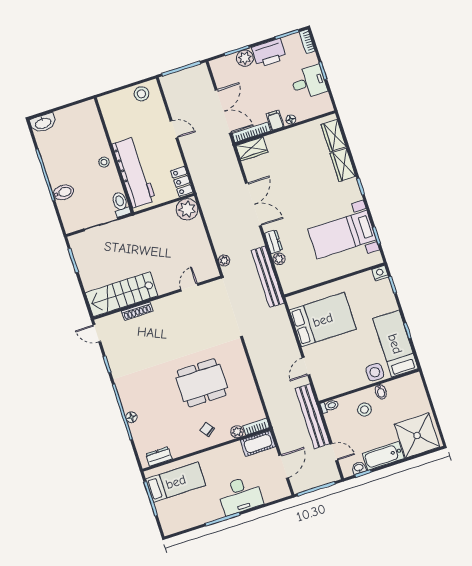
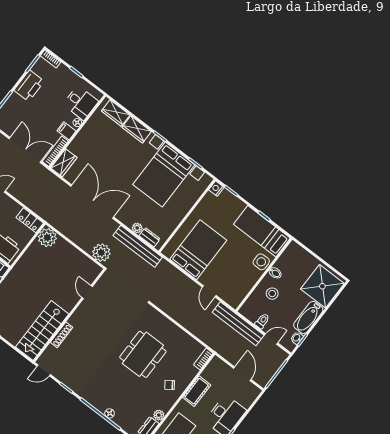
plant: (245, 58) -> (14, 101), removed
desk: (309, 82) -> (81, 103), moved, turned 90
double door: (253, 204) -> (92, 202), width x1.36
bed with nightstands: (342, 234) -> (164, 175), width x1.36
dresser: (274, 242) -> (150, 237), moved
plant: (224, 260) -> (101, 253), width x1.87, depth x1.87
toilet: (330, 406) -> (262, 321), moved
plant: (237, 432) -> (159, 415), moved
cot: (258, 443) -> (197, 391), moved

